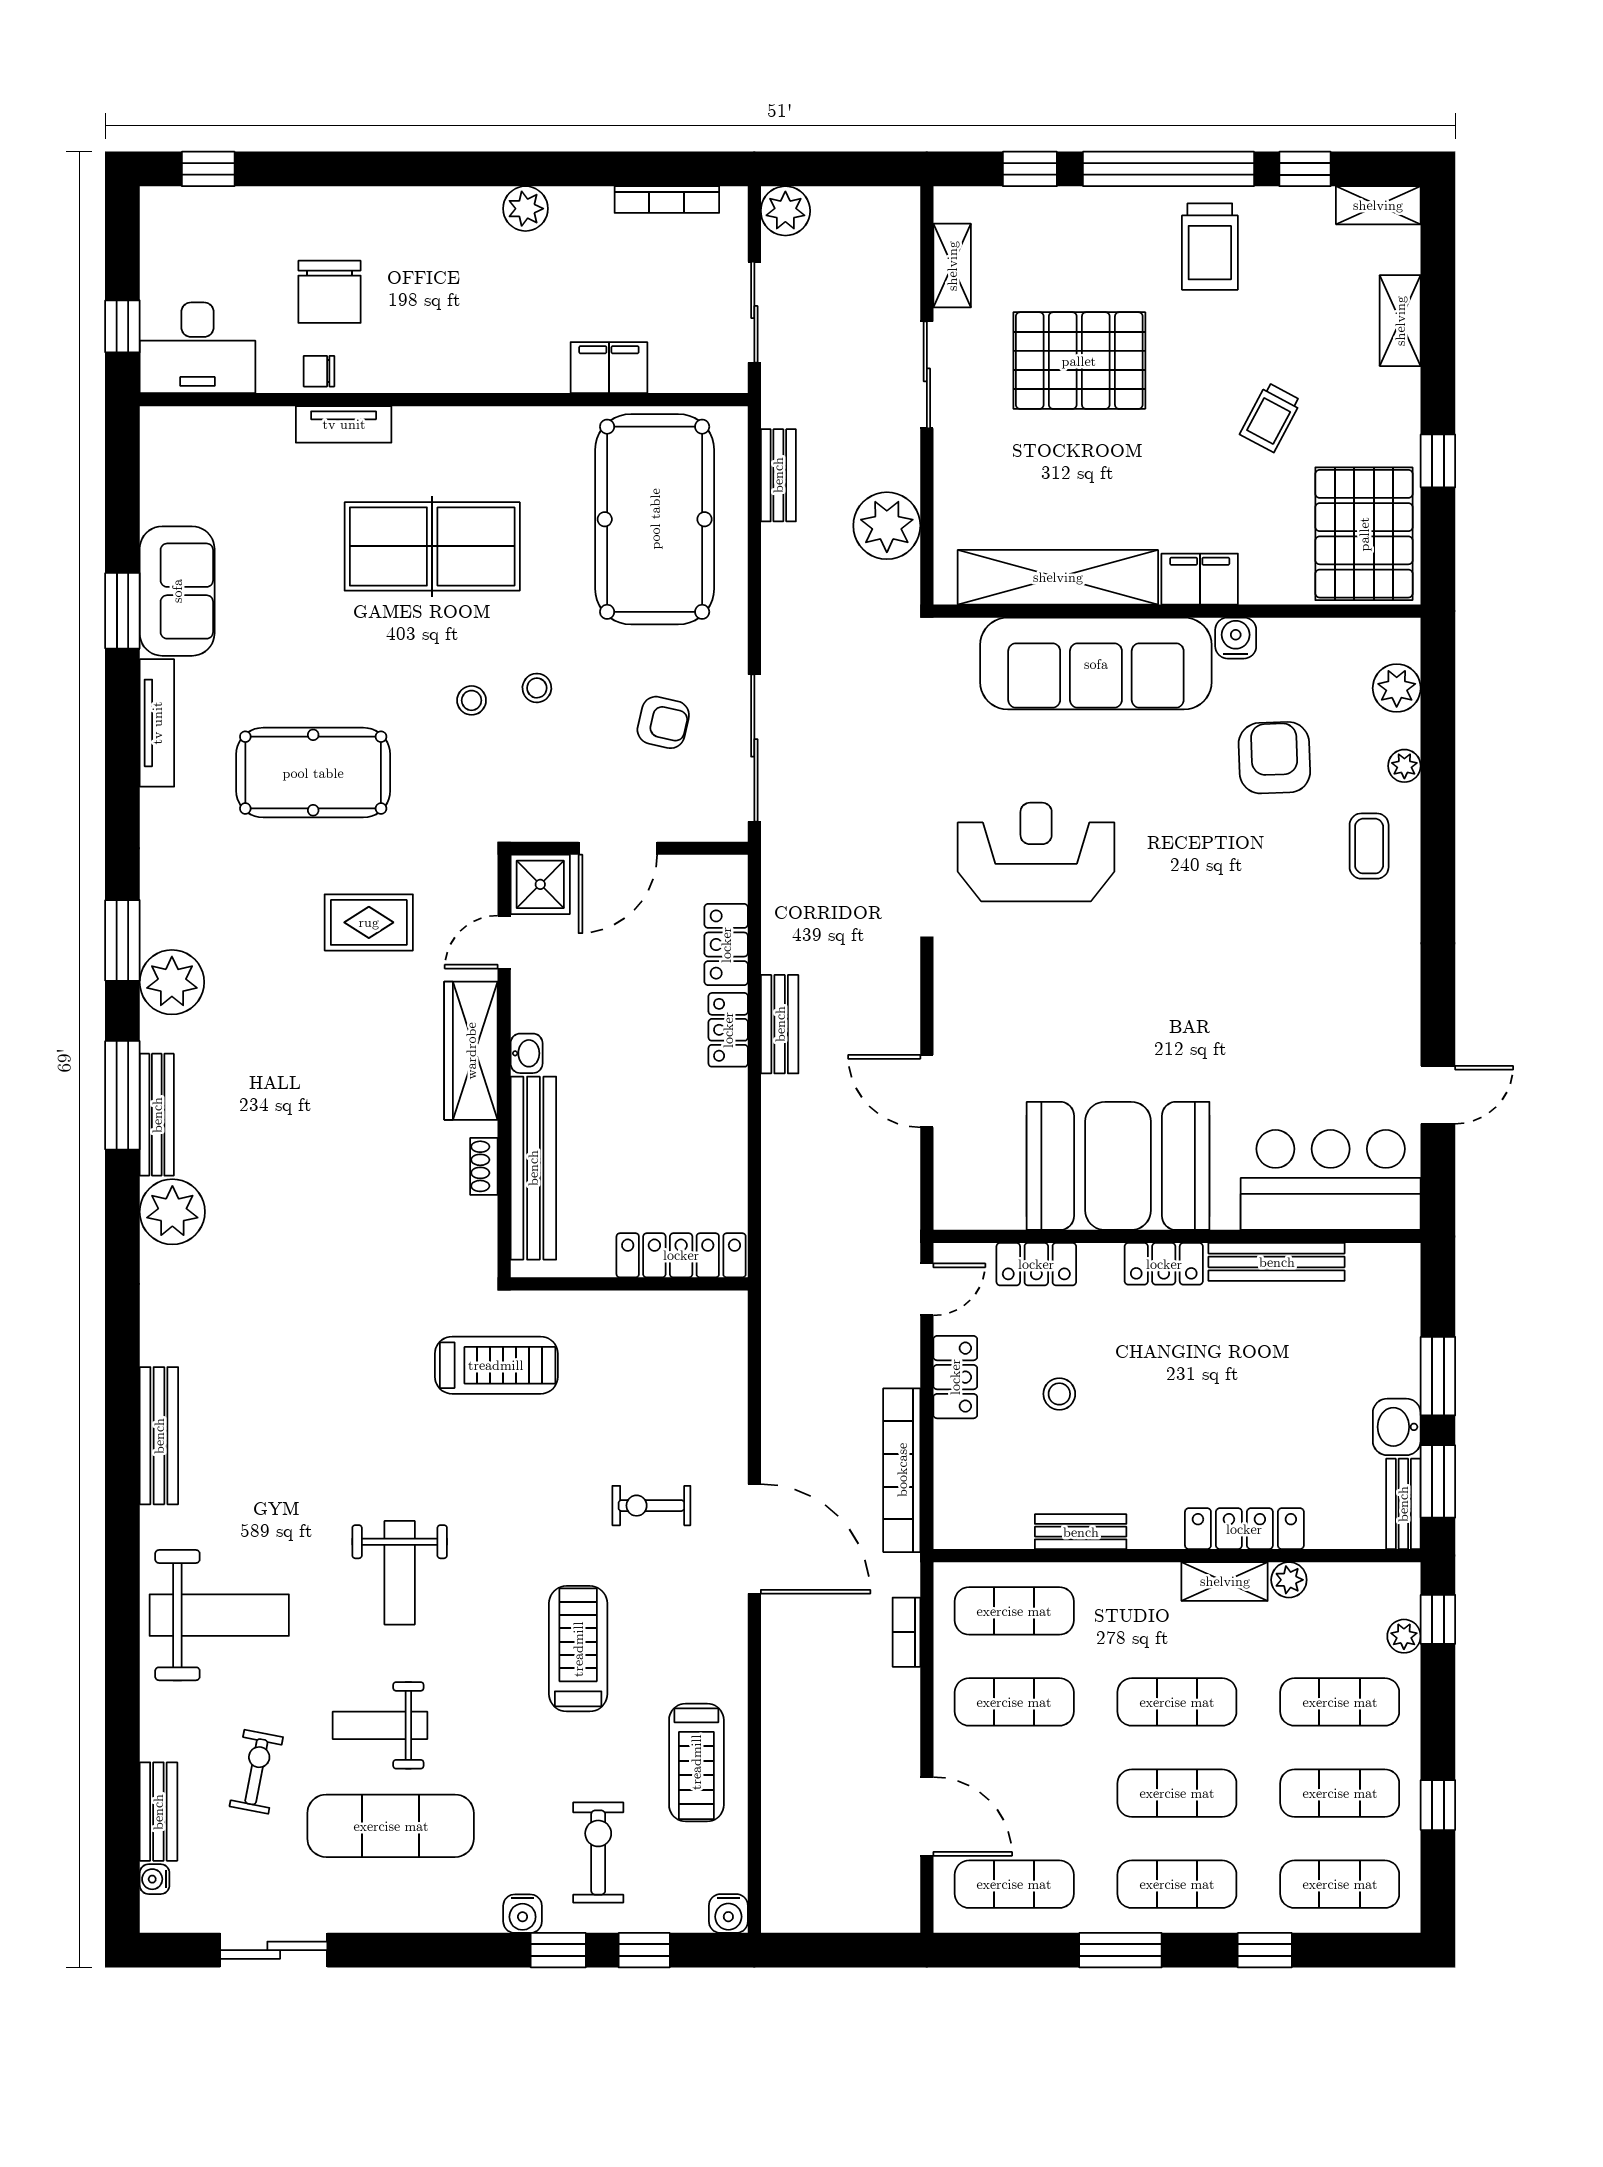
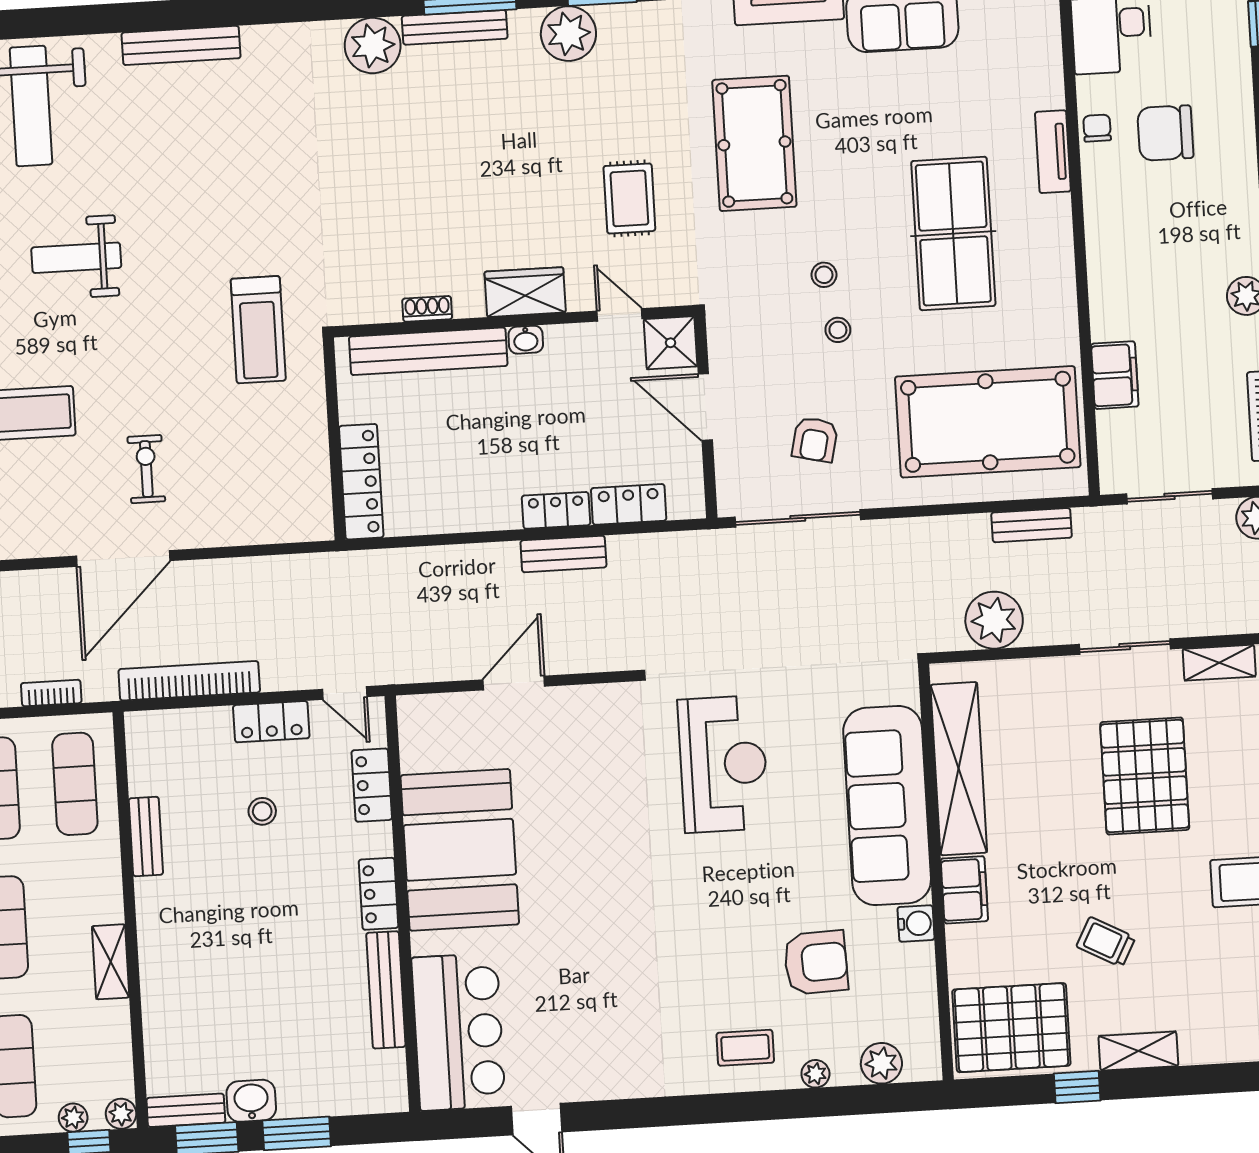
shelving: (1400, 321) -> (1138, 1051), moved
wardrobe: (471, 1051) -> (525, 292), width x0.67
locker: (1244, 1529) -> (157, 976), removed
plant: (1289, 1580) -> (121, 1114), moved

